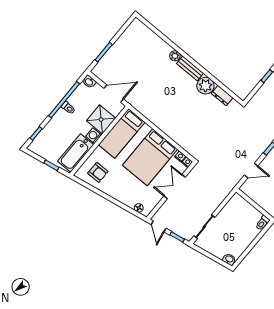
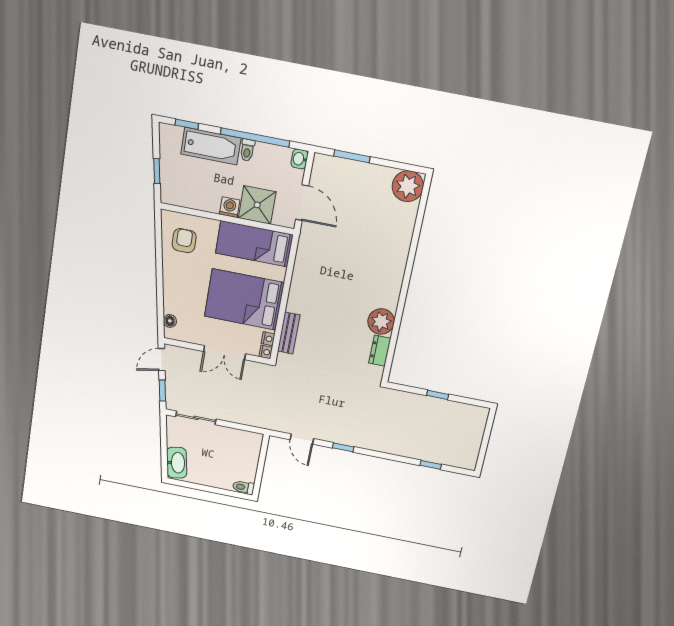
plant: (175, 56) -> (408, 186), moved, width x1.87, depth x1.87
bench: (190, 68) -> (289, 333), moved
bathtub: (76, 153) -> (211, 146), moved, turned 180
armchair: (98, 172) -> (184, 241), turned 180
double door: (175, 187) -> (225, 353), swing flipped
washbasin: (229, 259) -> (177, 463), width x1.91, depth x1.45

